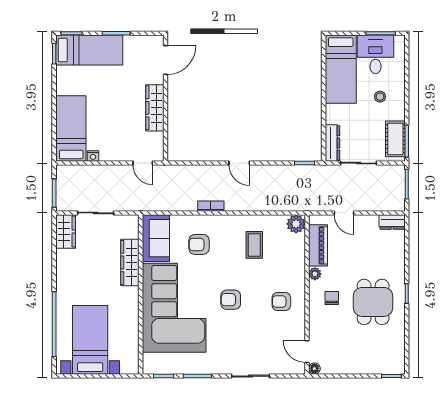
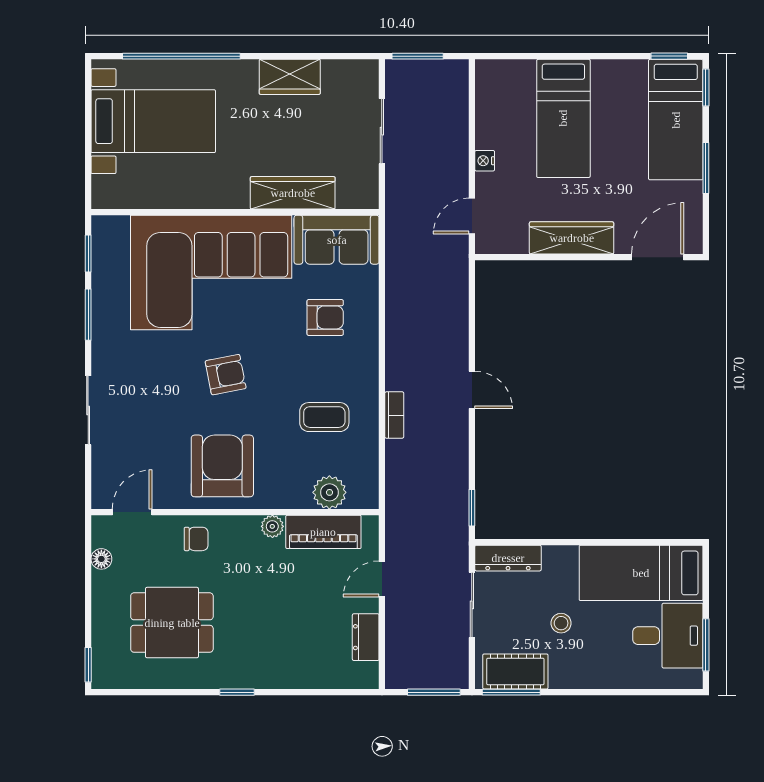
door: (166, 60) -> (658, 257), swing flipped
stool: (380, 97) -> (561, 623), moved
bed: (71, 129) -> (563, 118), moved, turned 90
nightstand: (93, 156) -> (485, 161), moved
door: (239, 163) -> (472, 390), swing flipped
bookcase: (211, 206) -> (394, 415), moved
dresser: (392, 222) -> (366, 637), moved
plant: (296, 224) -> (329, 492), moved
wardrobe: (66, 231) -> (290, 77), moved
armchair: (199, 244) -> (325, 317), turned 90
chair: (332, 298) -> (196, 539), moved
armchair: (231, 300) -> (226, 375), turned 79
armchair: (281, 302) -> (222, 466), width x1.88, depth x1.88
dining table: (373, 302) -> (172, 623), moved
floor lamp: (314, 369) -> (101, 559), moved

